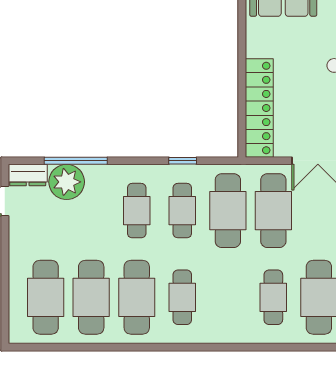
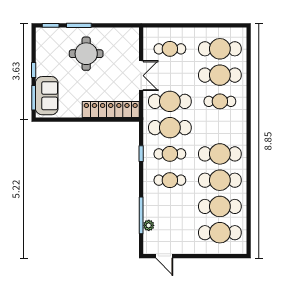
dresser: (28, 175) -> (149, 243), removed
plant: (67, 182) -> (149, 225), width x0.53, depth x0.53
cafe table: (182, 297) -> (220, 154), width x1.37, depth x1.35

